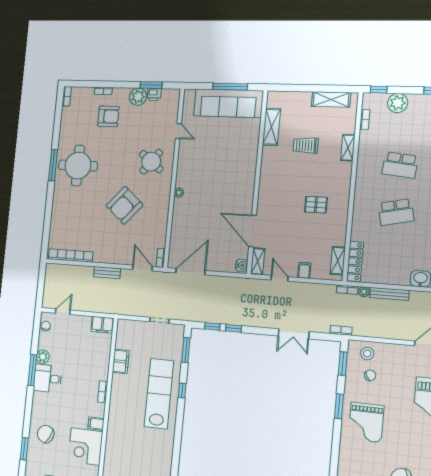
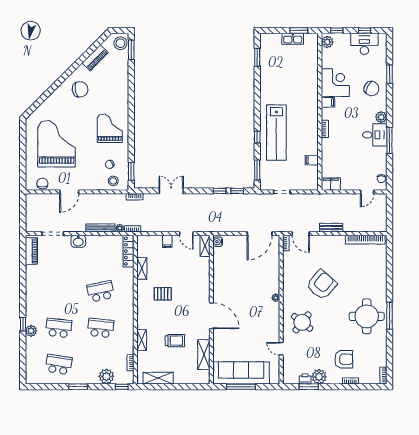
armchair: (108, 116) -> (344, 359), turned 180
door: (253, 231) -> (211, 316), moved
shelving: (338, 261) -> (142, 268), moved
plant: (43, 357) -> (381, 117), moved
filing cabinet: (121, 361) -> (312, 160), width x0.50
window: (339, 406) -> (131, 138), removed

